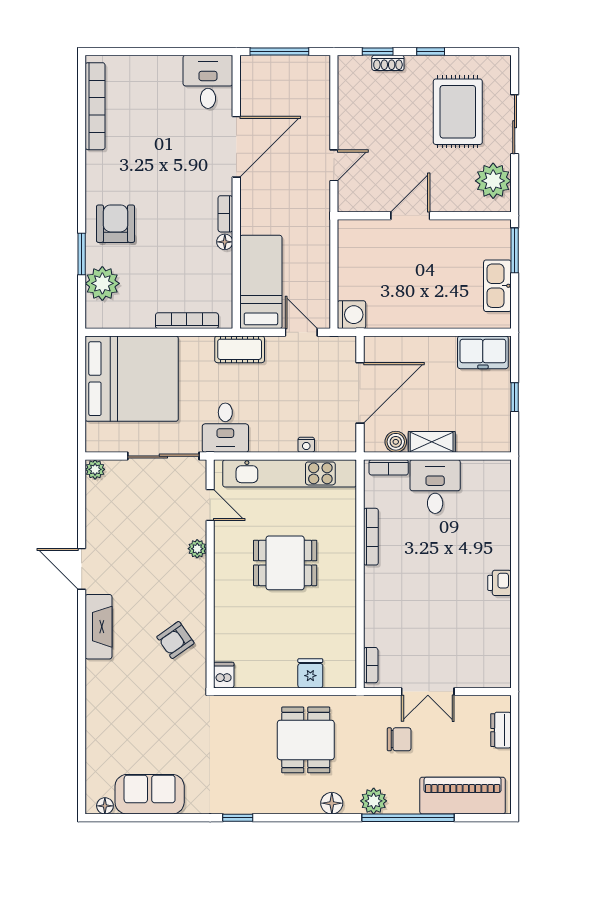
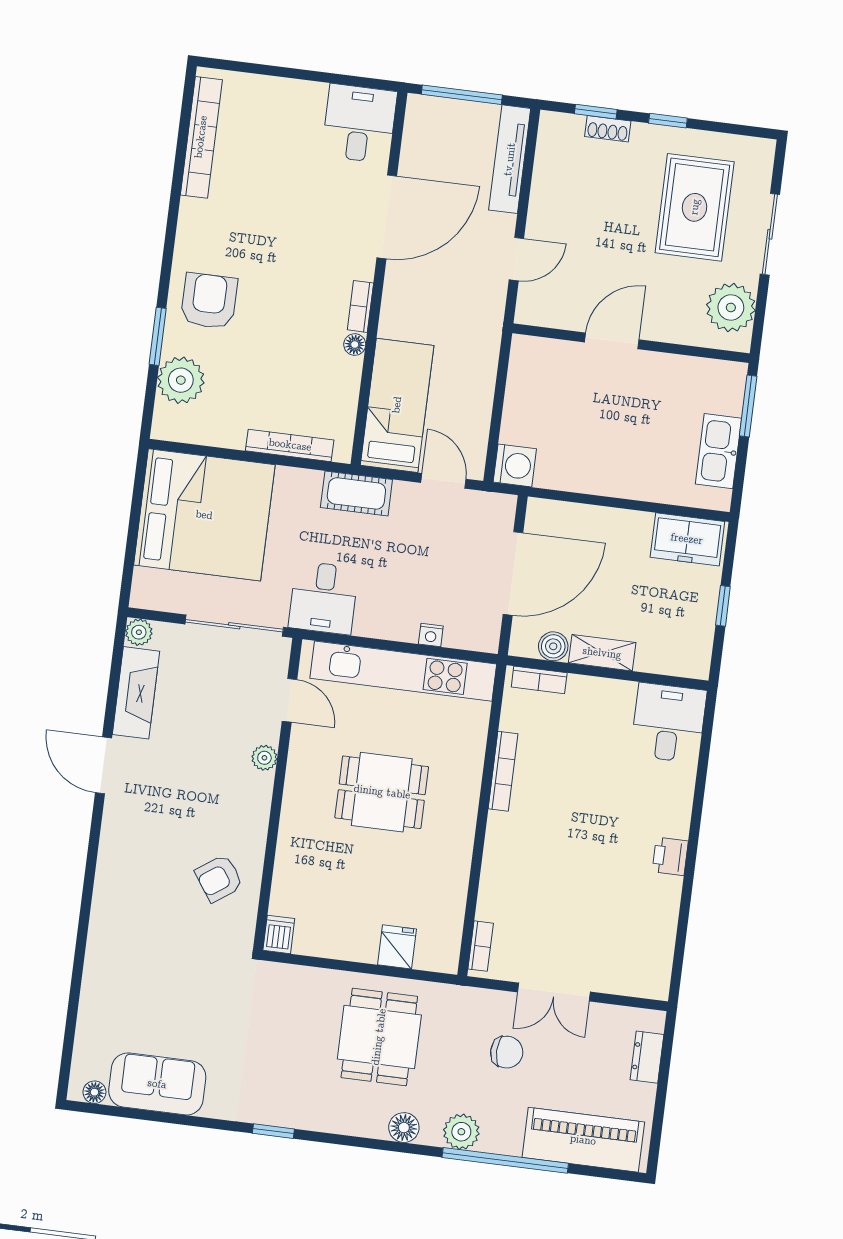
tv unit: (320, 94) -> (510, 159), added
desk: (435, 487) -> (669, 723), moved
fireplace: (98, 627) -> (136, 693), moved

